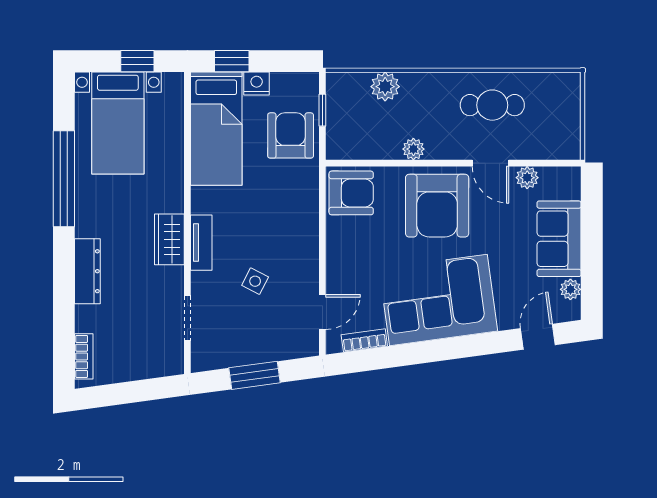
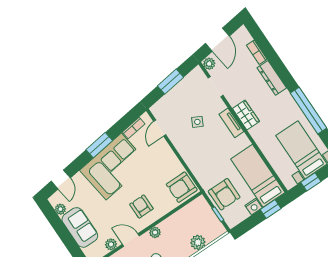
plant: (413, 149) -> (155, 232), moved
armchair: (437, 206) -> (141, 207), width x0.53, depth x0.53
window: (438, 350) -> (99, 145), added
bookcase: (84, 356) -> (257, 52), moved
plant: (173, 362) -> (209, 64), added
door: (134, 392) -> (217, 40), added

